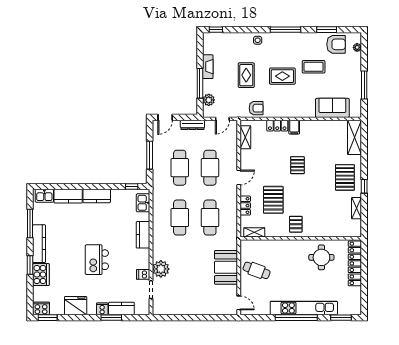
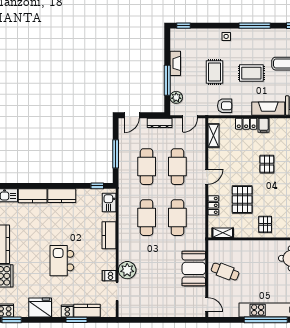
fireplace: (299, 111) -> (268, 109), added

